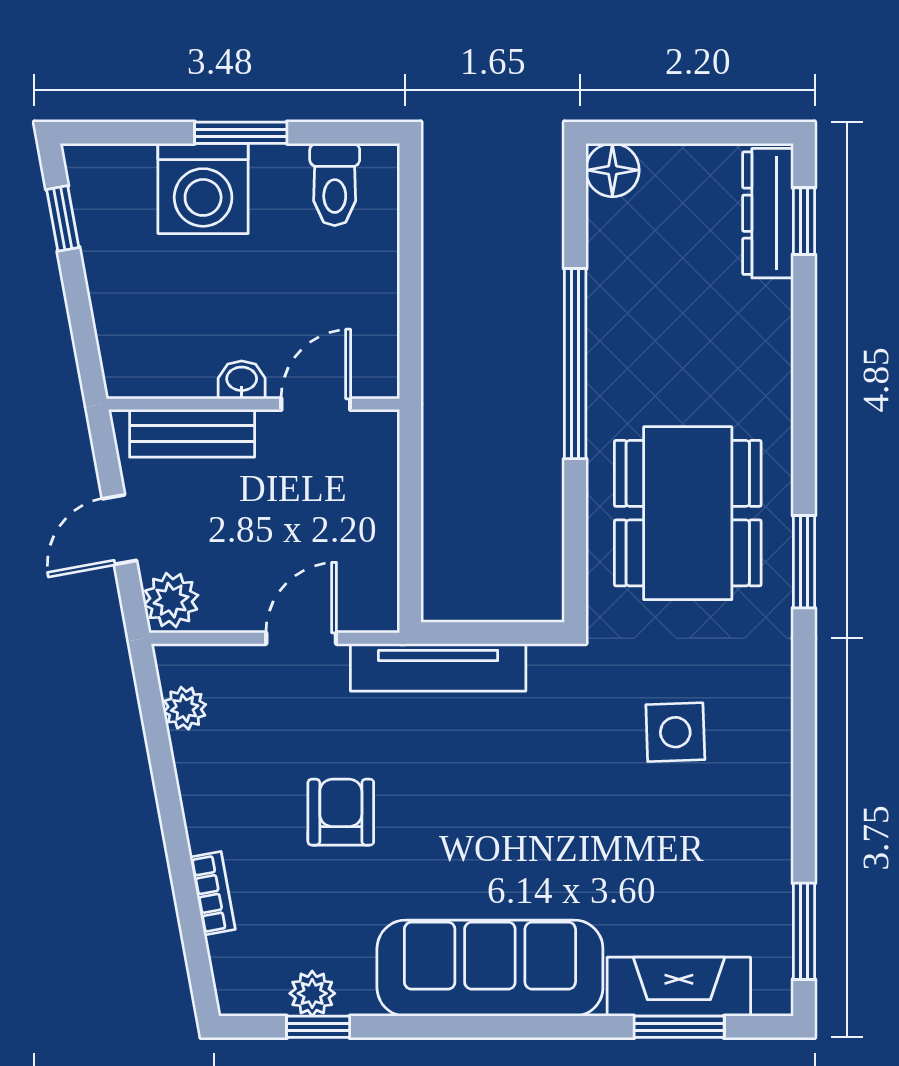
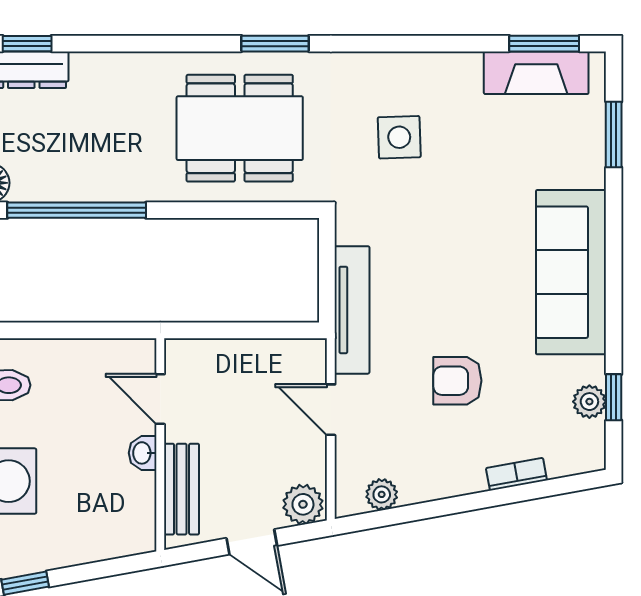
window: (575, 364) -> (77, 210), moved
fireplace: (679, 987) -> (536, 73), moved, turned -90

